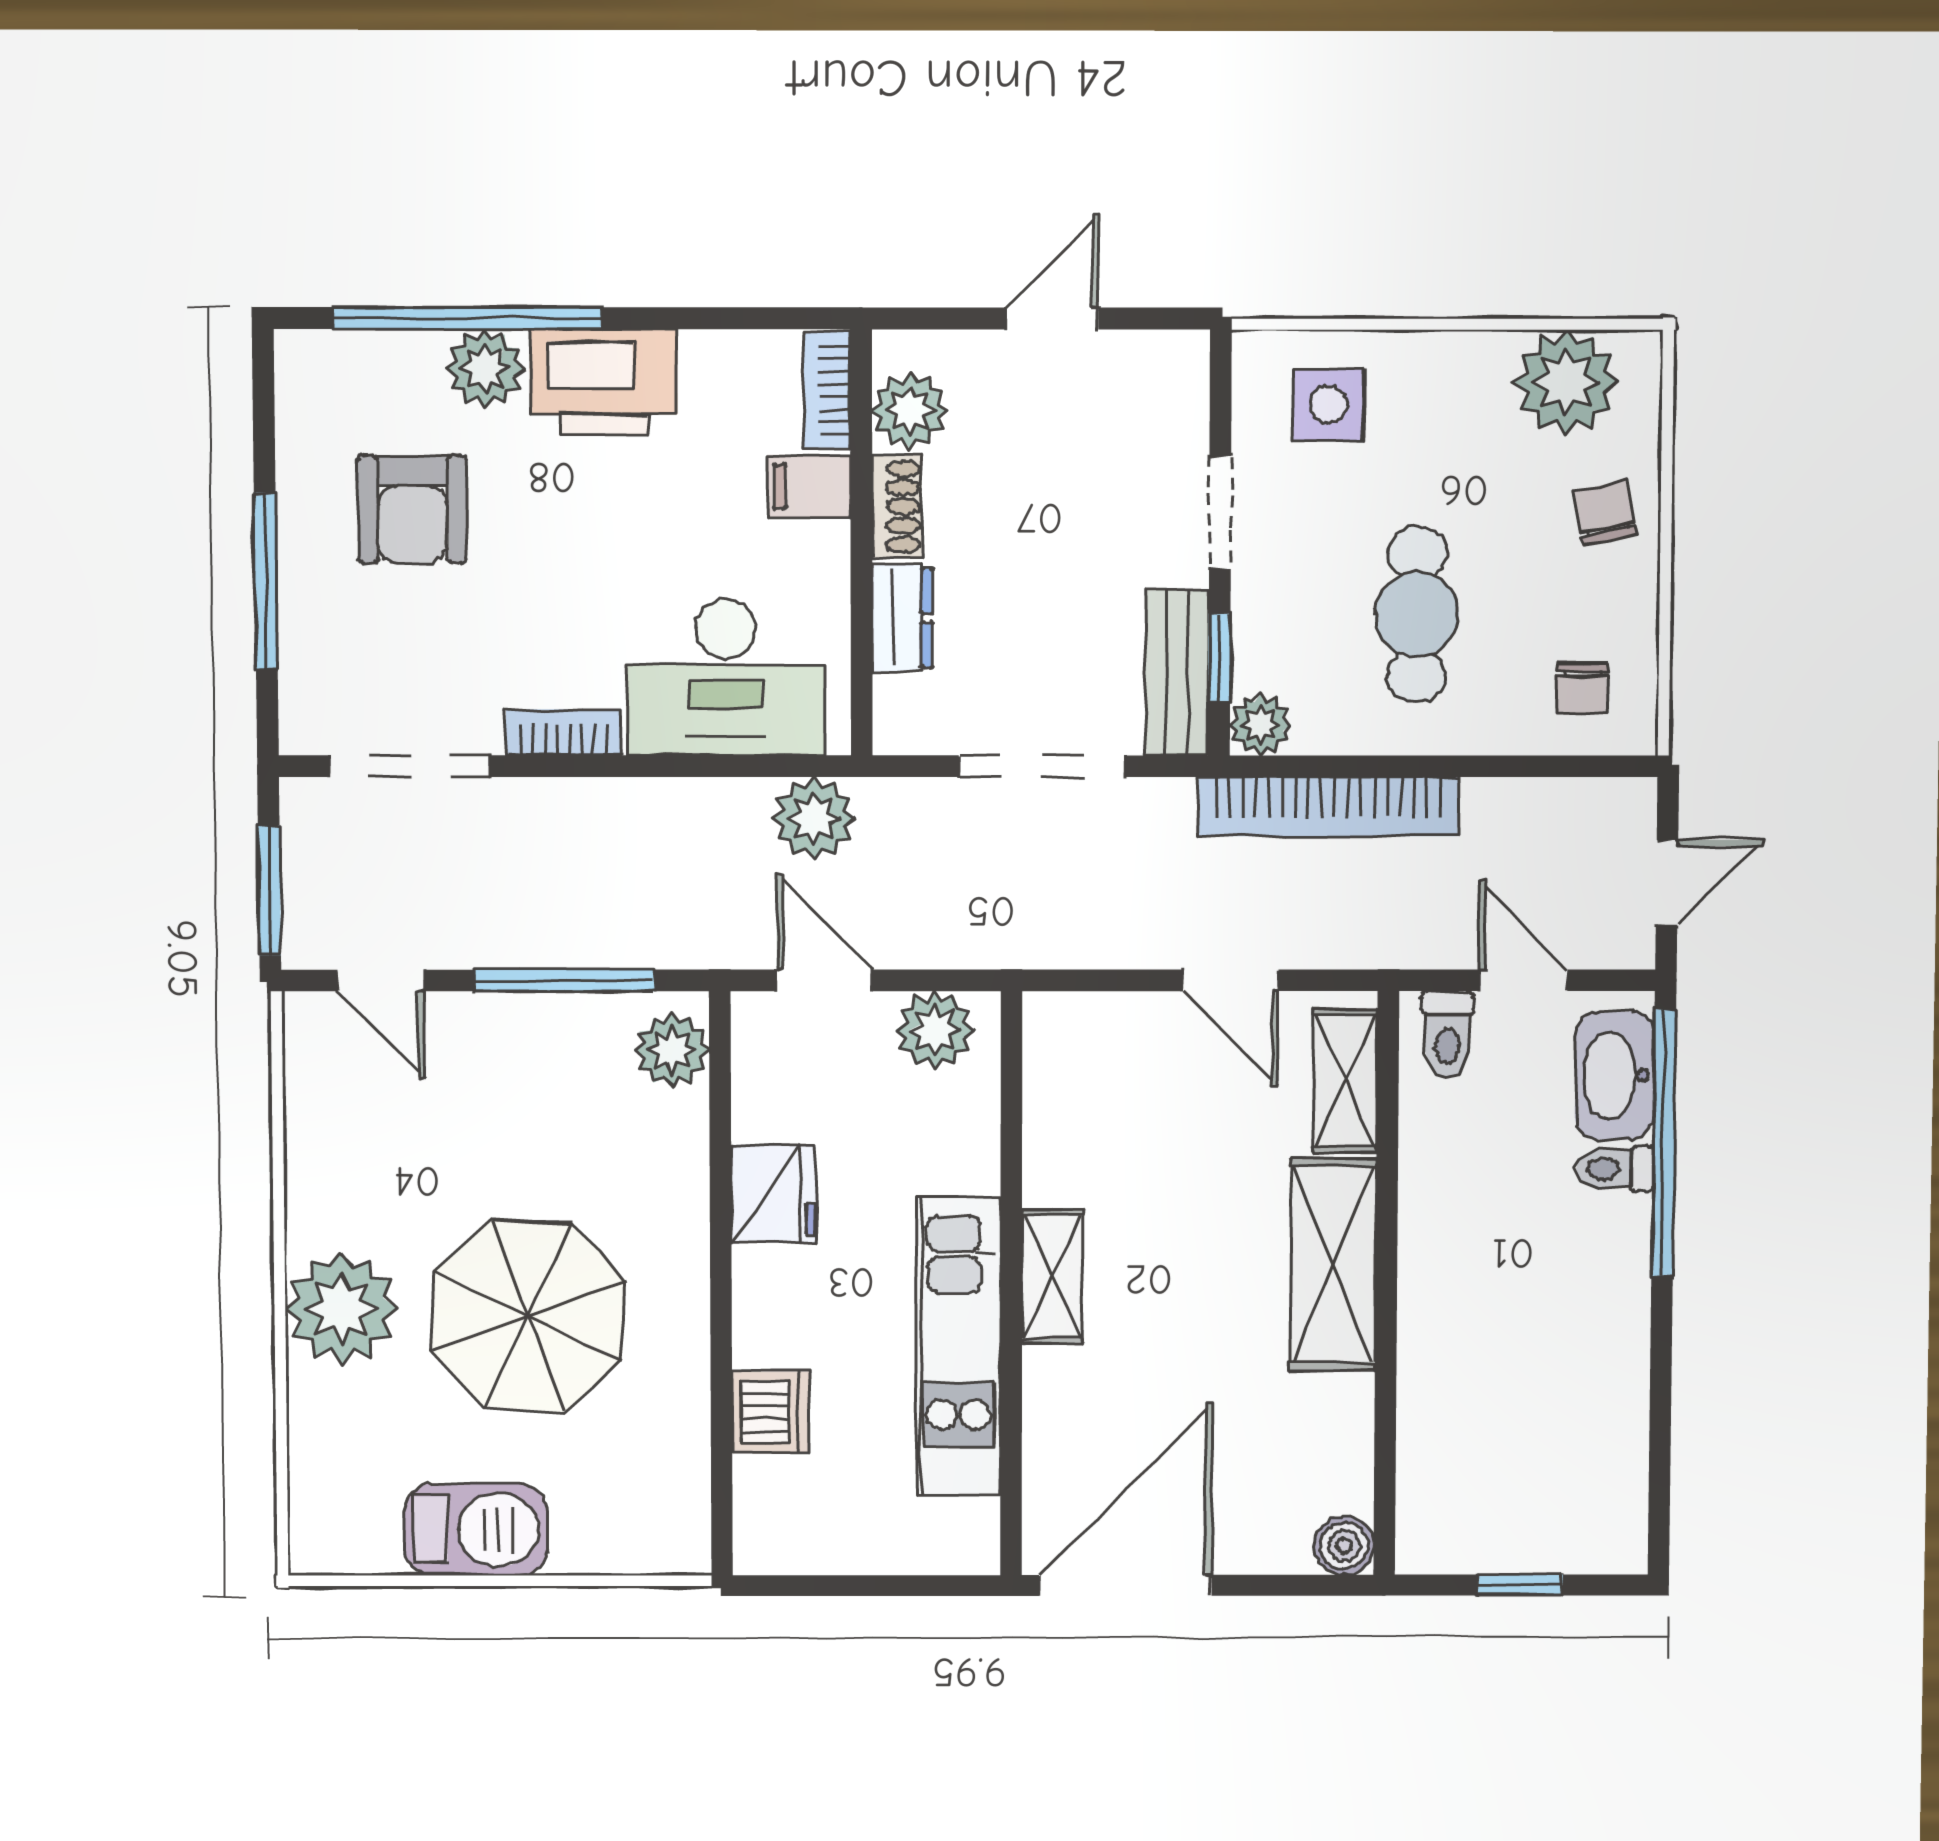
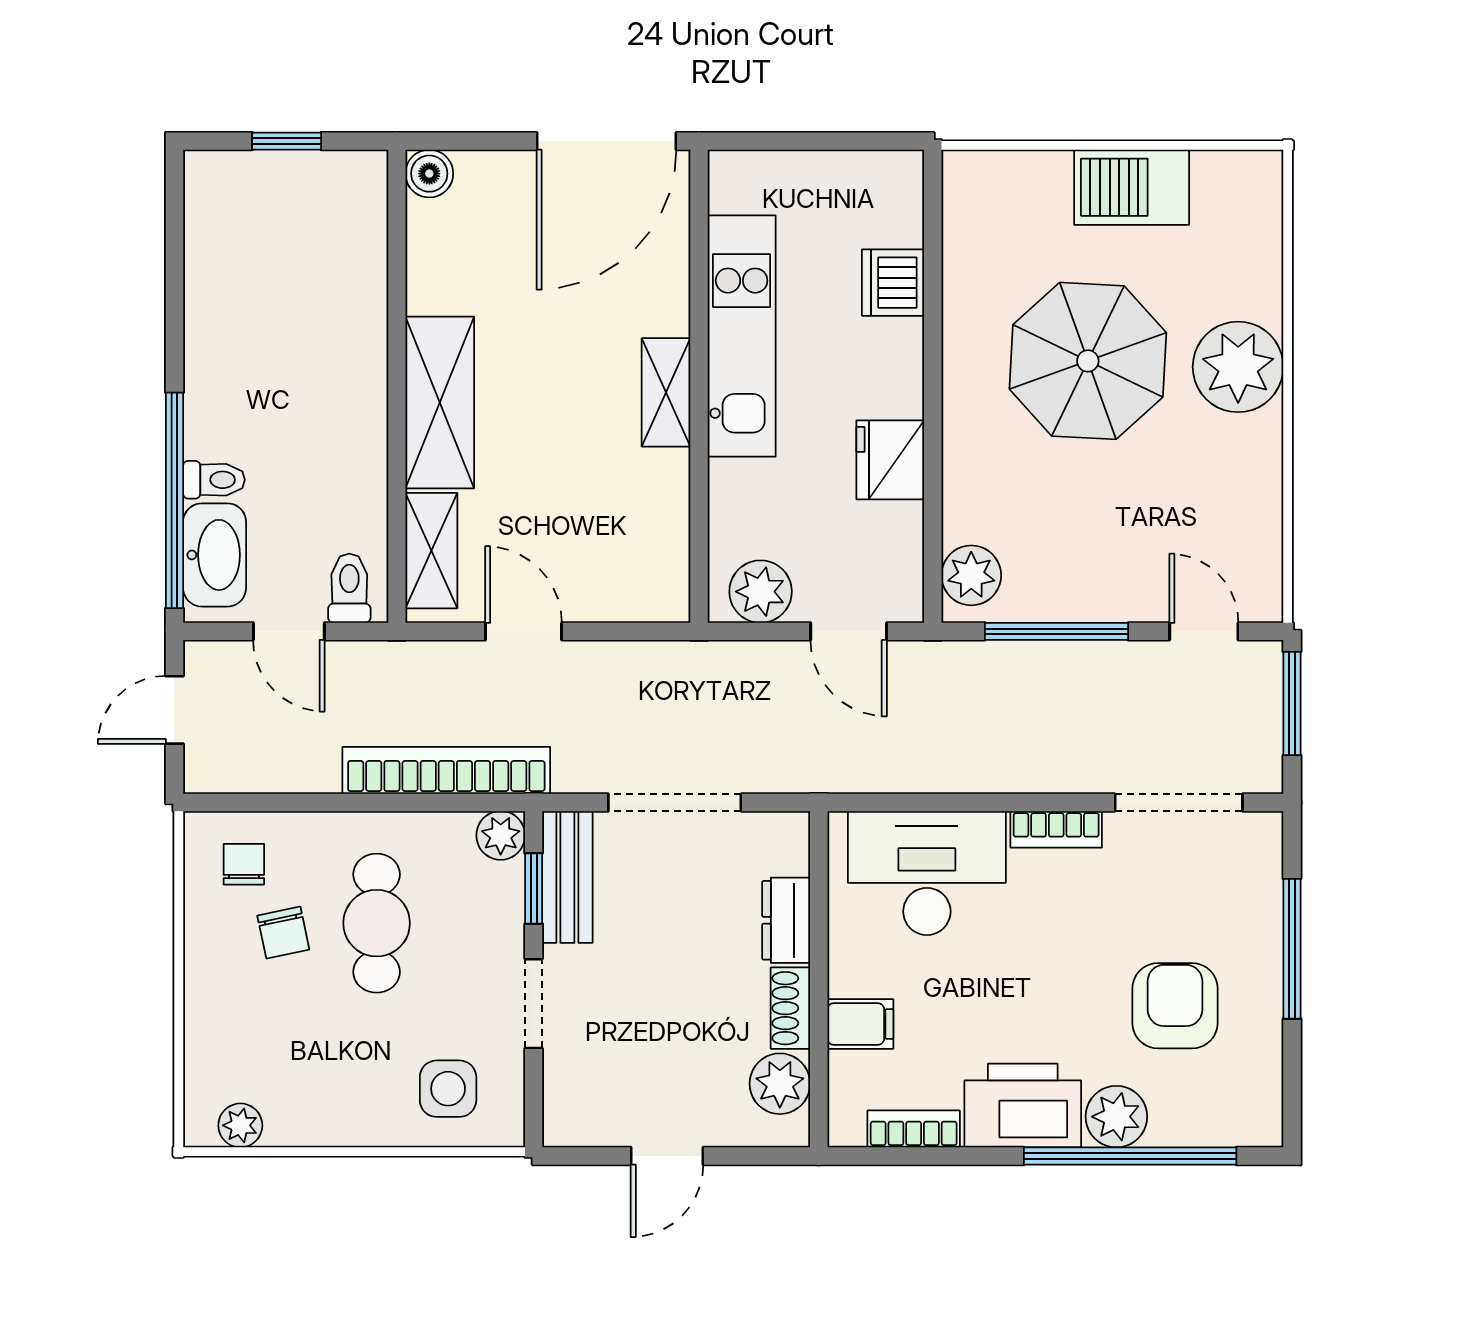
plant: (1566, 382) -> (240, 1125), width x0.53, depth x0.53
bookcase: (827, 390) -> (914, 1129), moved, turned -90
chair: (1604, 513) -> (283, 933), moved
plant: (814, 818) -> (857, 761), removed

